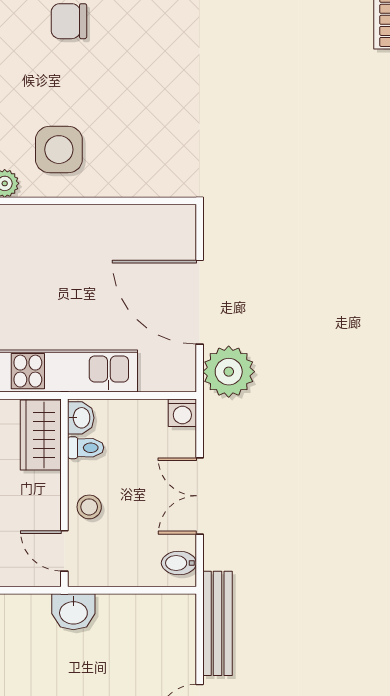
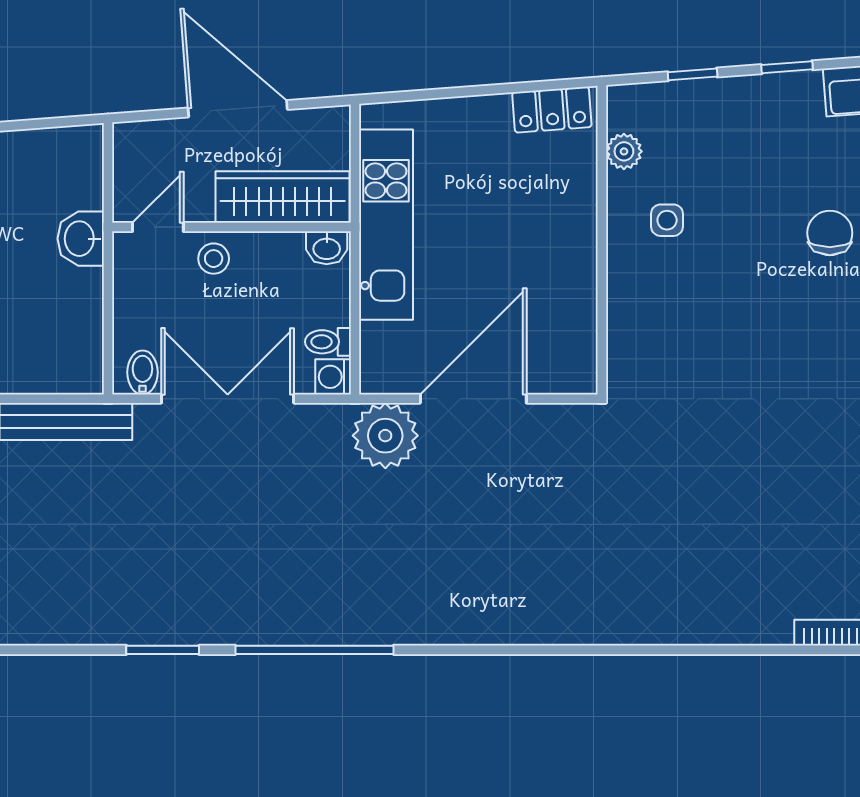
side table: (59, 150) -> (667, 220), width x0.54, depth x0.54
wardrobe: (41, 435) -> (283, 197), width x1.50
toilet: (86, 448) -> (328, 342), moved, turned 90
double door: (200, 496) -> (228, 399), width x1.37

